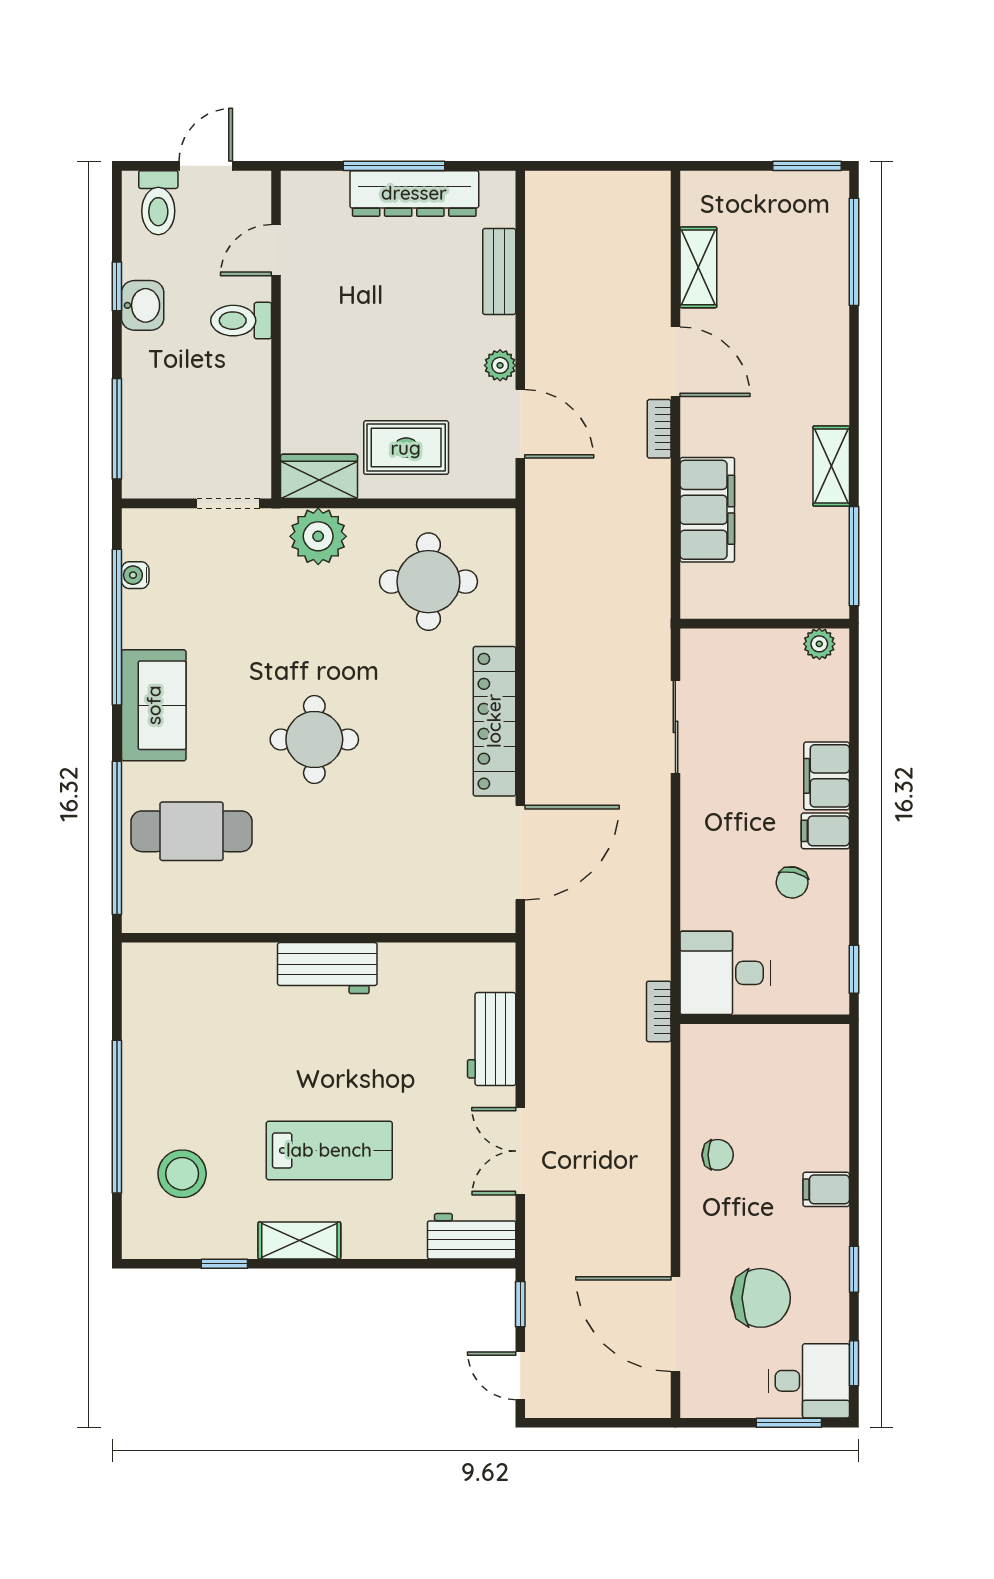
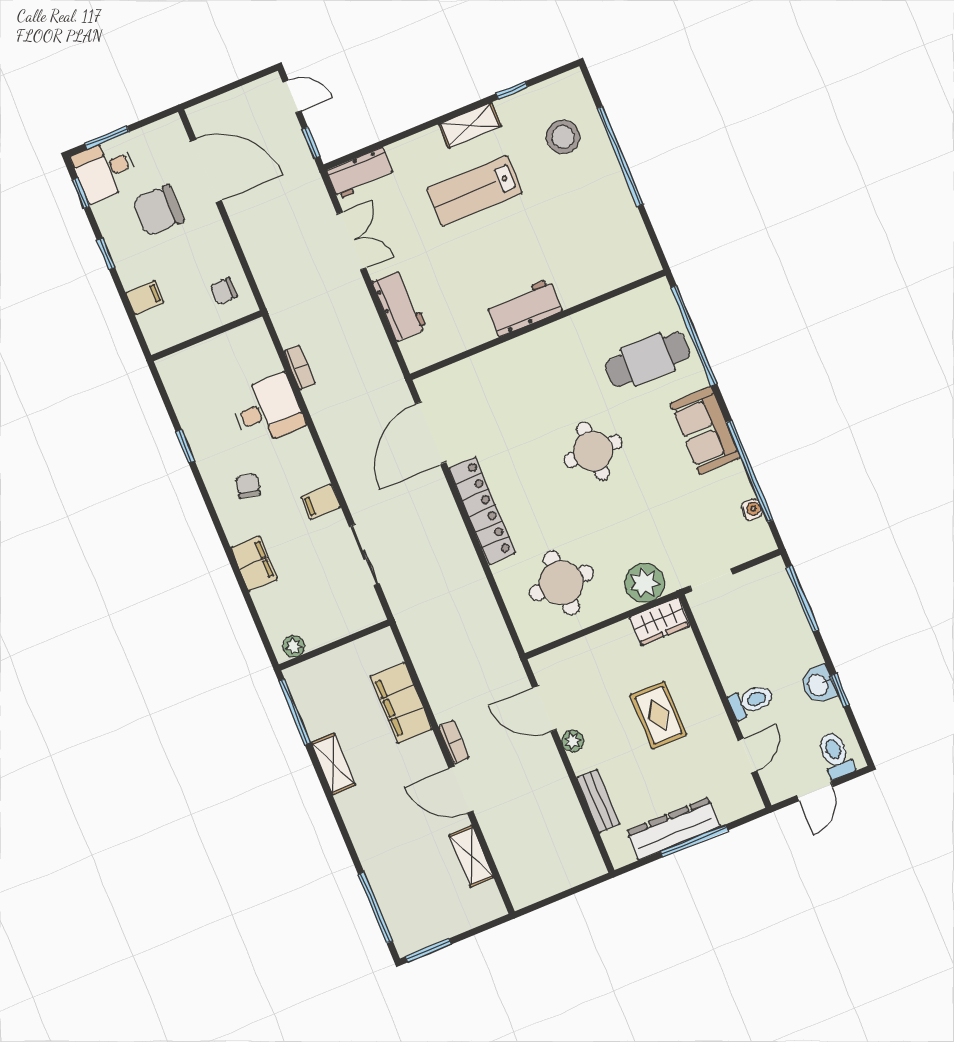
rug: (406, 448) -> (658, 715), moved, turned 90
filing cabinet: (825, 831) -> (321, 502), moved, turned 180
wall: (765, 1019) -> (207, 336), moved

